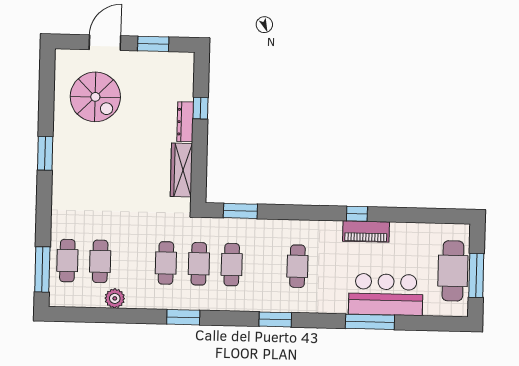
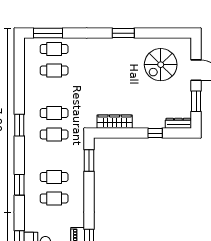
dresser: (185, 122) -> (178, 123), moved
cafe table: (232, 265) -> (54, 177), moved
plant: (115, 298) -> (30, 80), removed

